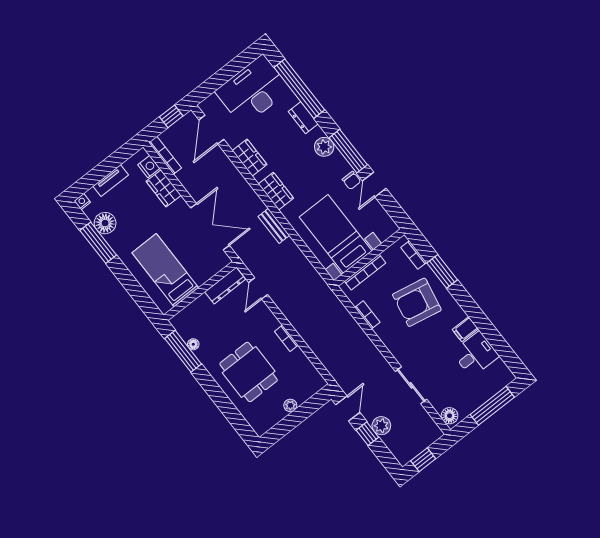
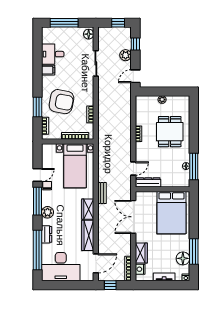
wardrobe: (250, 158) -> (88, 235), width x1.50
bed: (165, 270) -> (172, 213), width x1.50
window: (367, 434) -> (135, 44), moved

